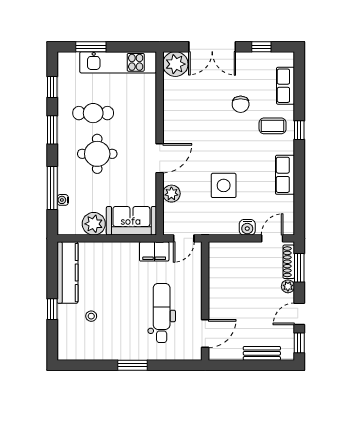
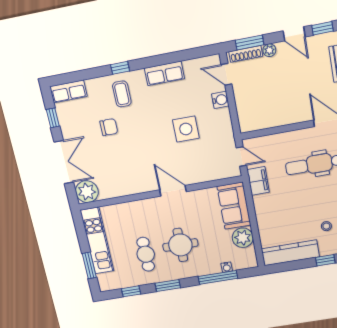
row of seats: (286, 86) -> (68, 91), moved
plant: (171, 194) -> (203, 175), removed

